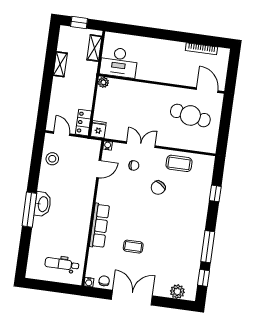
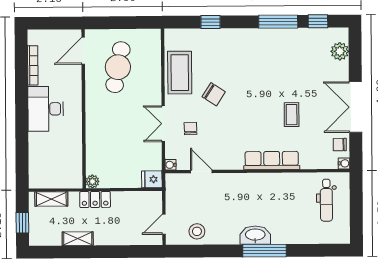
desk: (119, 62) -> (46, 109), moved, turned 180
locker: (83, 123) -> (95, 199), moved
coffee table: (179, 163) -> (180, 73), width x1.36, depth x1.32

